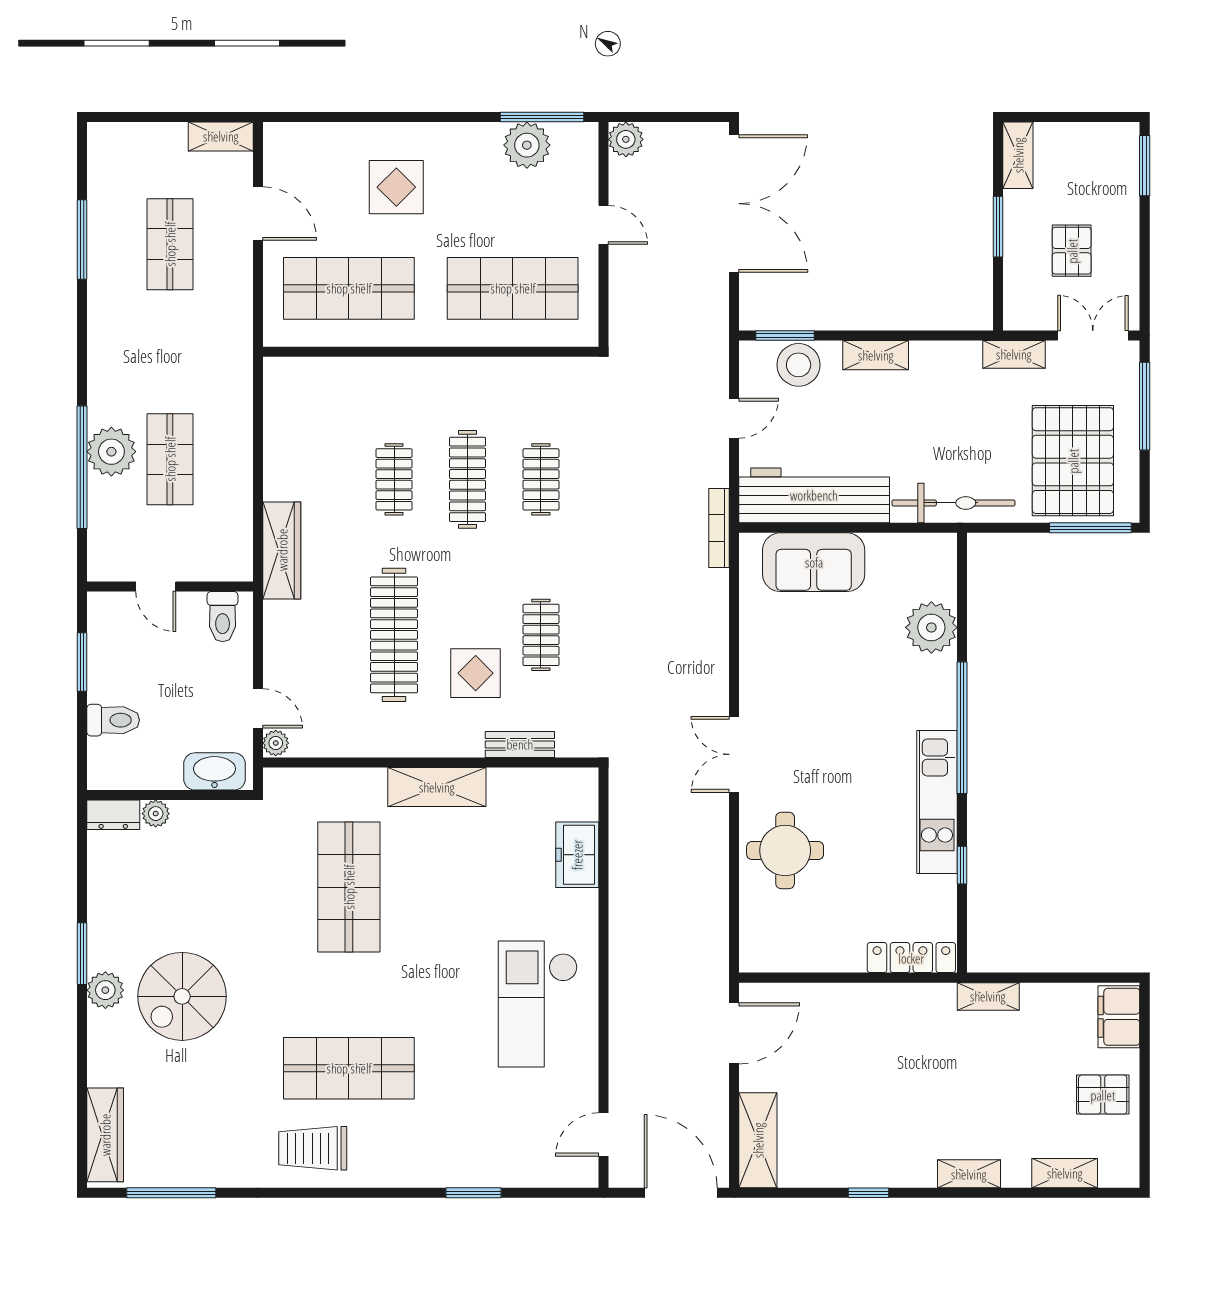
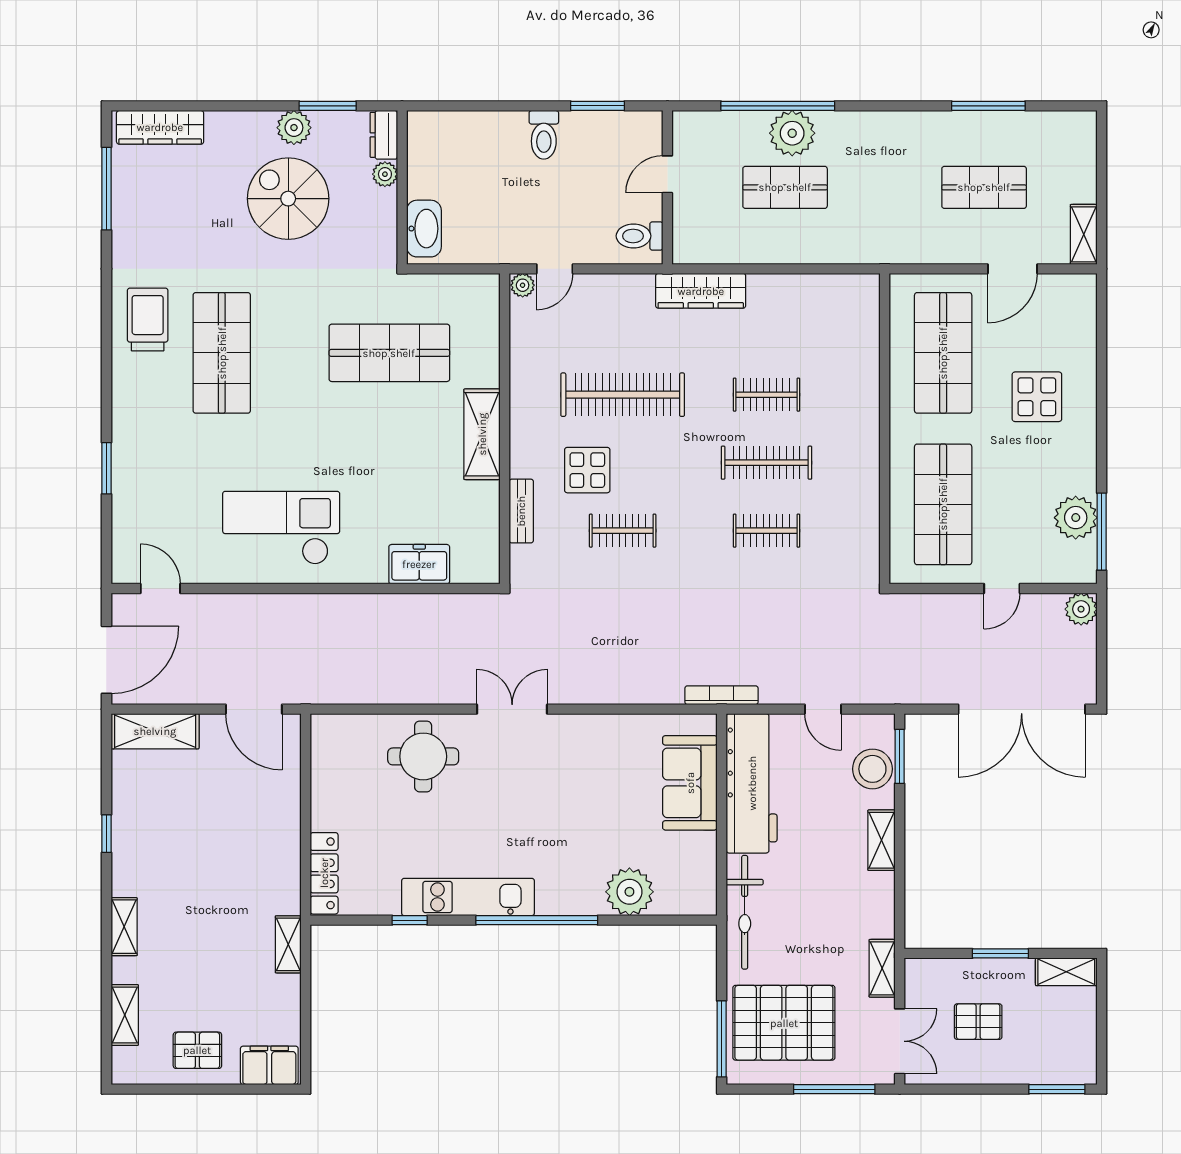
washbasin: (214, 771) -> (424, 229), moved
wall: (170, 795) -> (402, 187), moved
plant: (156, 814) -> (385, 174), moved
dresser: (113, 815) -> (384, 135), moved
pallet: (1103, 1095) -> (197, 1050), turned 90

